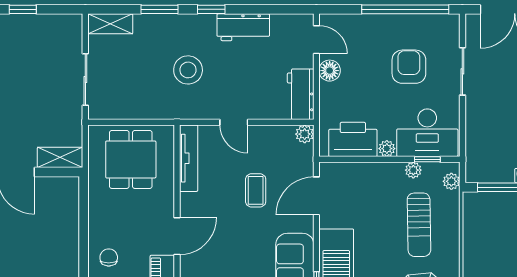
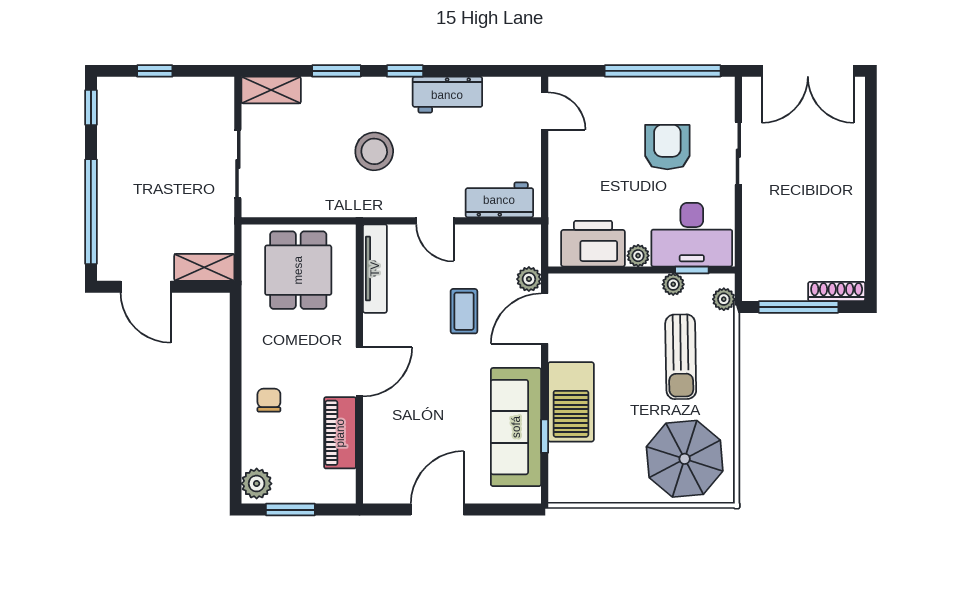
floor lamp: (330, 71) -> (562, 152), removed
workbench: (301, 94) -> (499, 200), moved, turned 90
plant: (305, 134) -> (529, 279), moved

